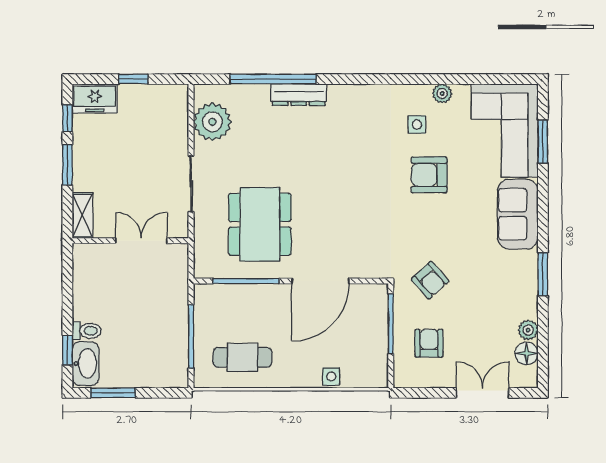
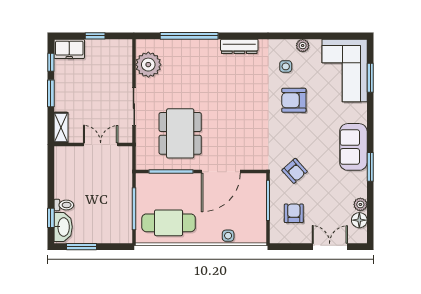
dresser: (299, 95) -> (239, 46), moved
sofa: (518, 214) -> (353, 147), moved
cafe table: (243, 357) -> (169, 223), width x1.37, depth x1.35

